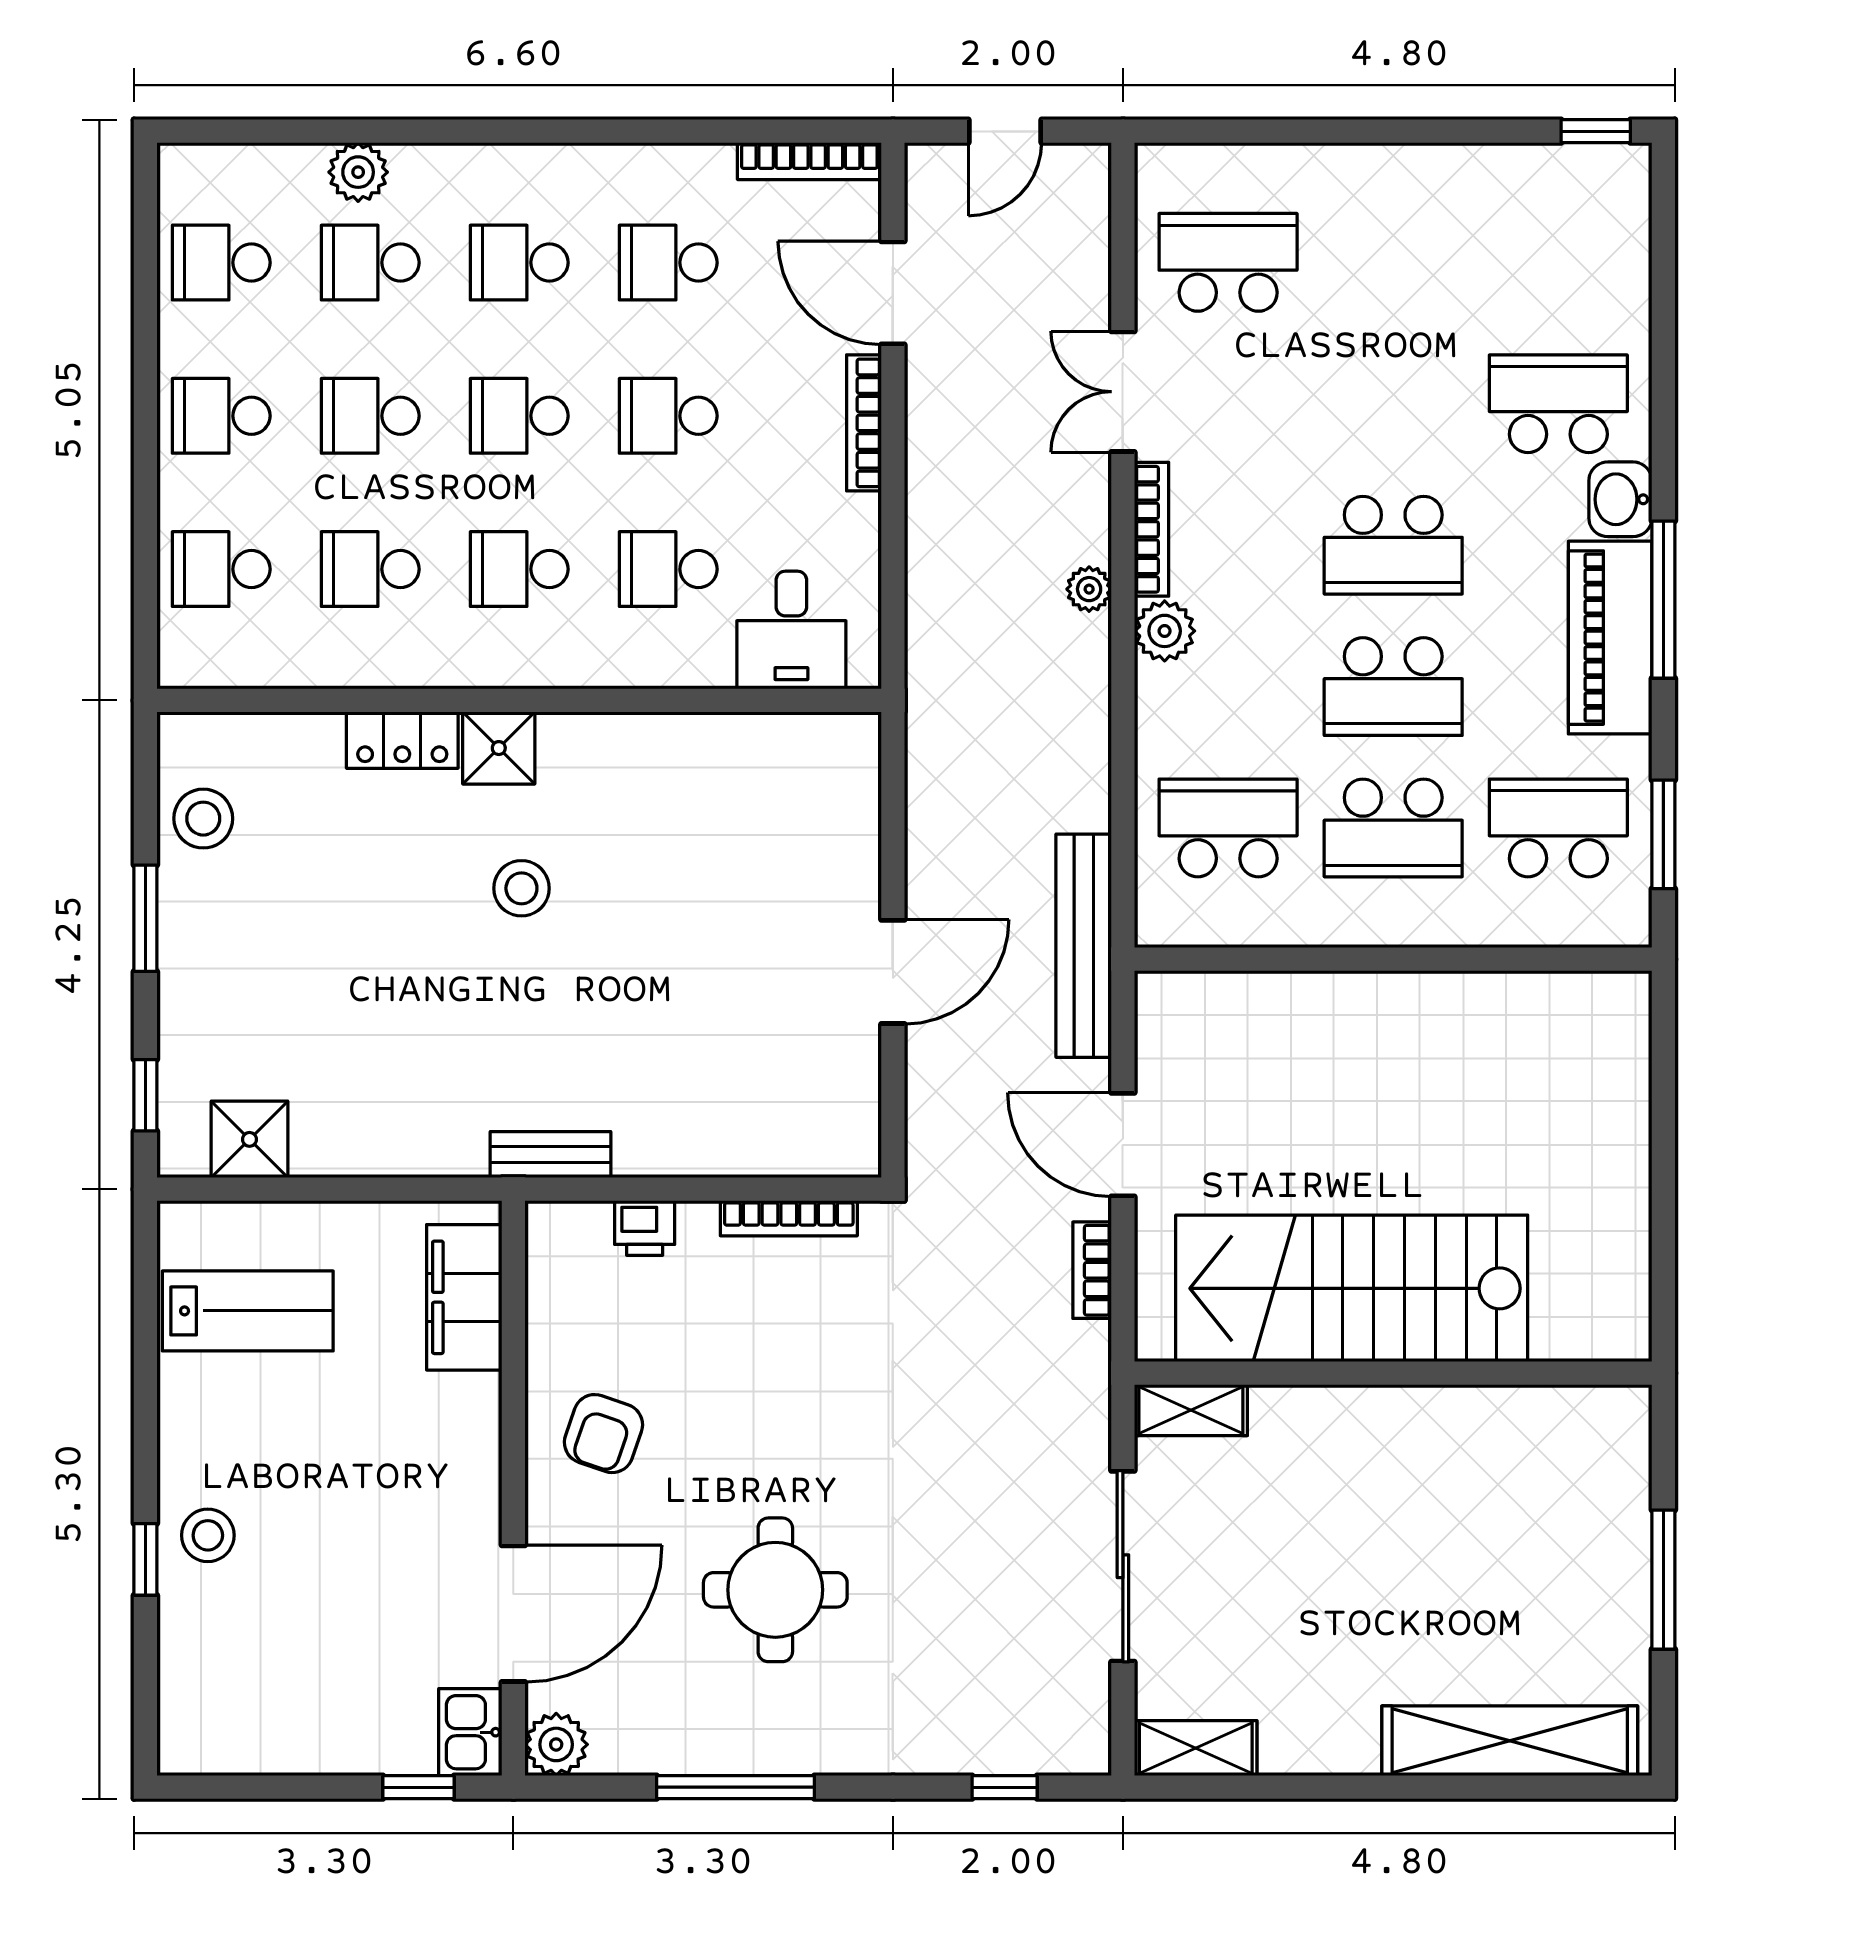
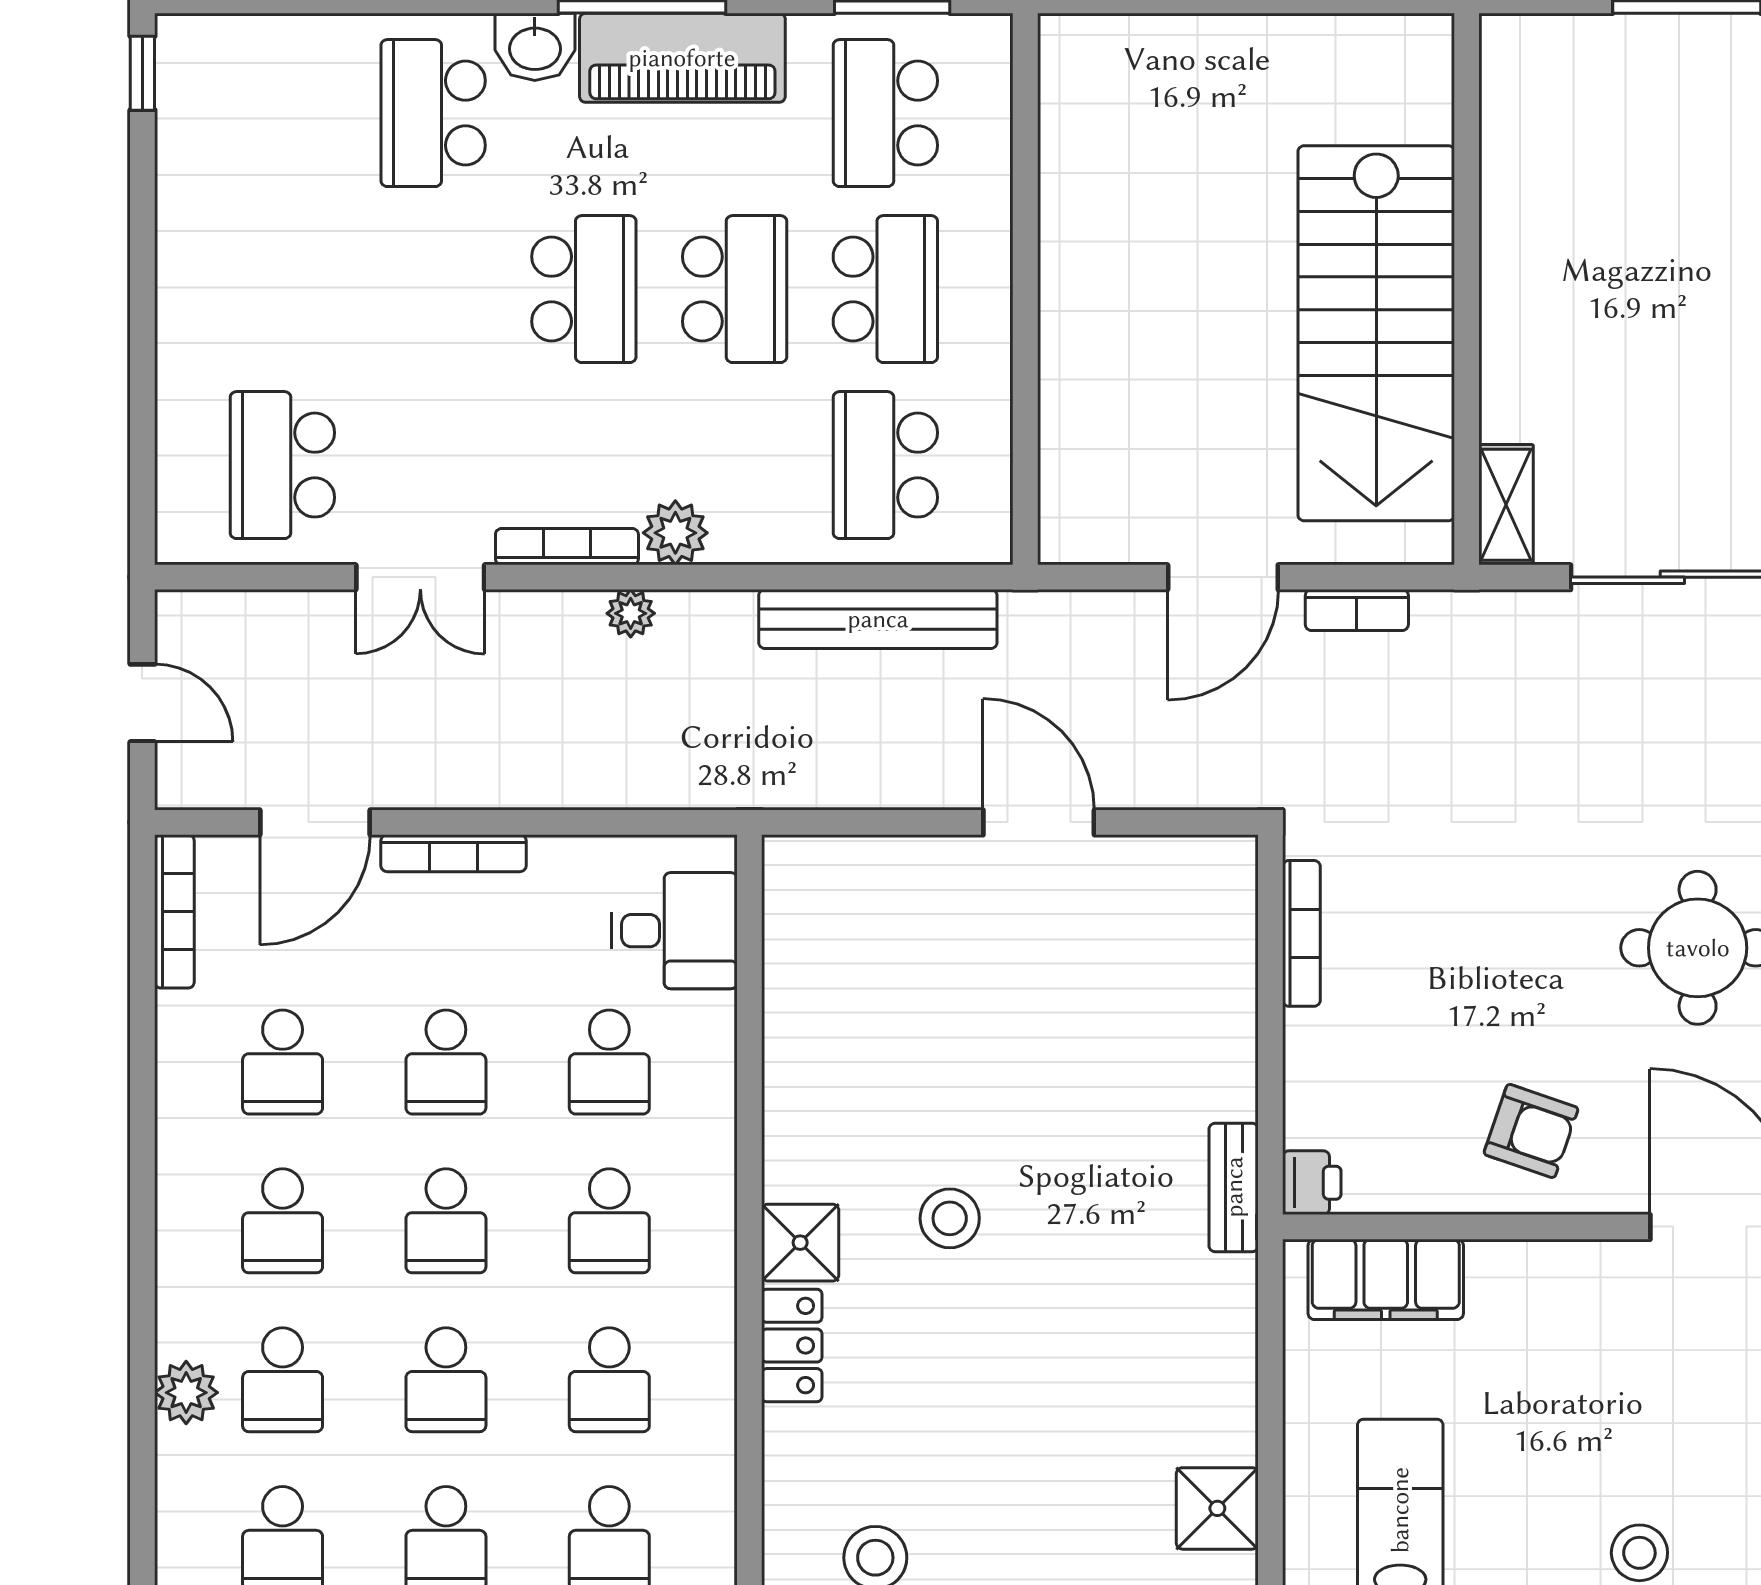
bench: (1084, 946) -> (878, 619), moved
printer: (645, 1228) -> (1312, 1183), moved

